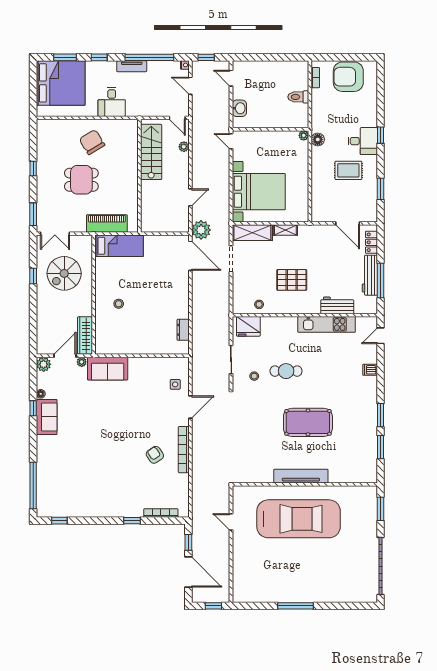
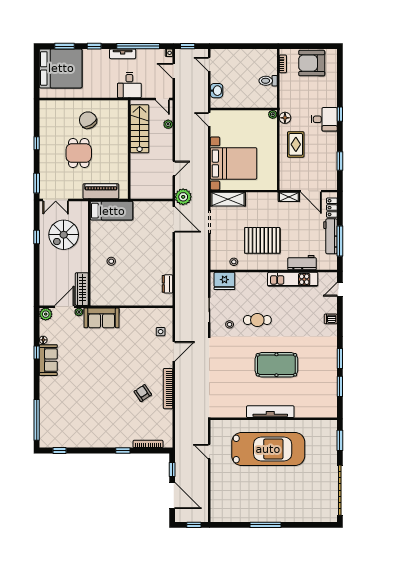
desk: (112, 102) -> (129, 85), moved
rug: (348, 170) -> (296, 144), moved, turned 90
dining table: (81, 180) -> (79, 153), turned 90
shelving: (285, 230) -> (289, 197), moved
pallet: (292, 280) -> (262, 240), width x1.37, depth x1.41

